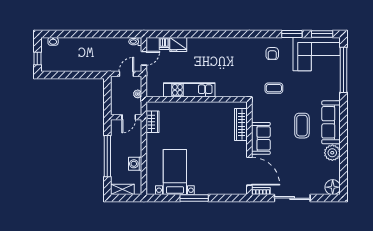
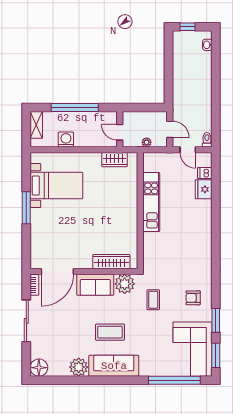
plant: (260, 113) -> (125, 284), added

